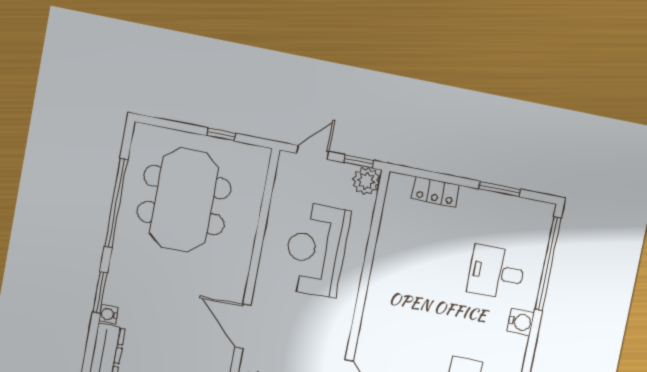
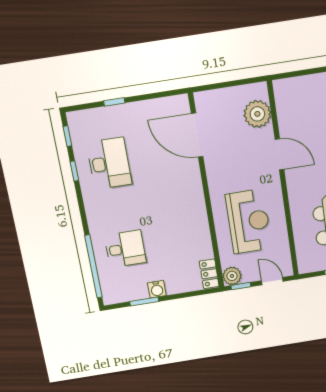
door: (313, 152) -> (272, 281), swing flipped
locker: (435, 192) -> (209, 274), moved, turned -90
water cooler: (521, 322) -> (157, 289), moved, turned -90

